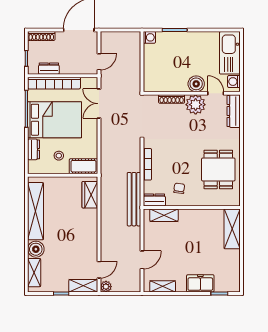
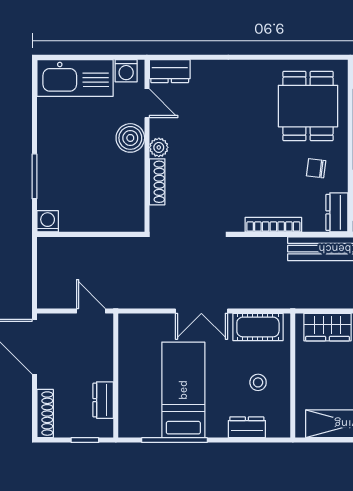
bookcase: (54, 83) -> (129, 391), removed
door: (216, 93) -> (147, 103), swing flipped
double door: (99, 104) -> (201, 311), moved
plant: (196, 105) -> (159, 147), width x0.53, depth x0.53
dresser: (234, 111) -> (170, 71), width x0.70
bed: (55, 120) -> (183, 390), width x0.67
cot: (84, 166) -> (258, 327), moved, turned 90
dining table: (218, 169) -> (308, 106), moved, turned 90

